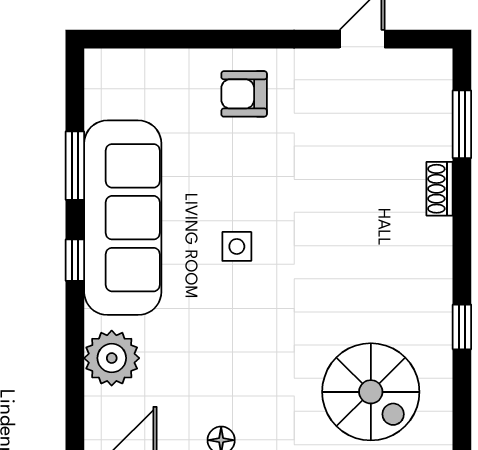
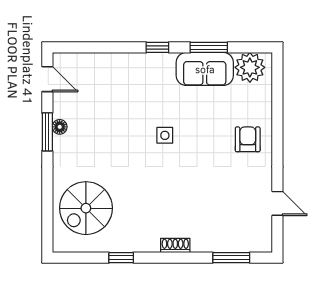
shoe rack: (440, 189) -> (175, 245), moved
sofa: (123, 218) -> (205, 69), width x0.54, depth x0.79
plant: (112, 358) -> (250, 67), moved

